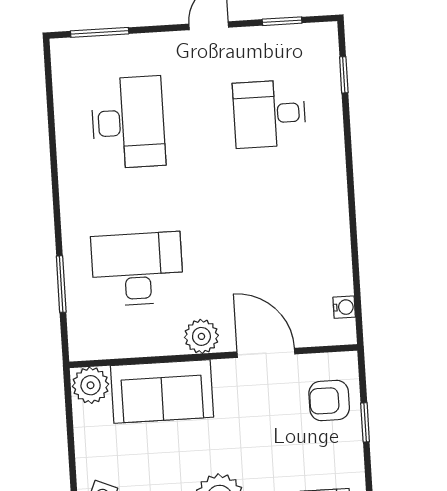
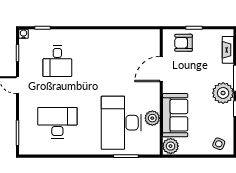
desk: (137, 269) -> (121, 123), width x1.36, depth x1.30
water cooler: (344, 307) -> (23, 34), moved
plant: (201, 336) -> (152, 118), moved
armchair: (329, 401) -> (184, 43), turned 90

